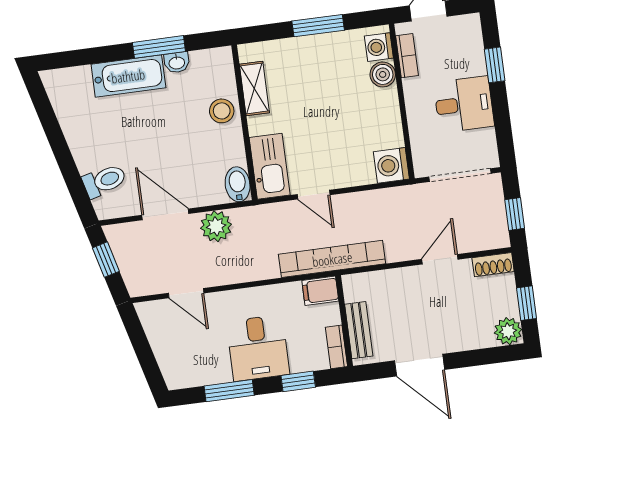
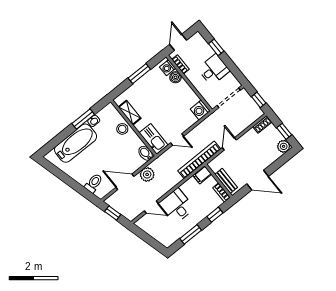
bathtub: (128, 76) -> (76, 143), width x1.36, depth x1.36
door: (440, 259) -> (229, 144), moved
desk: (258, 348) -> (177, 206), moved, turned 180

